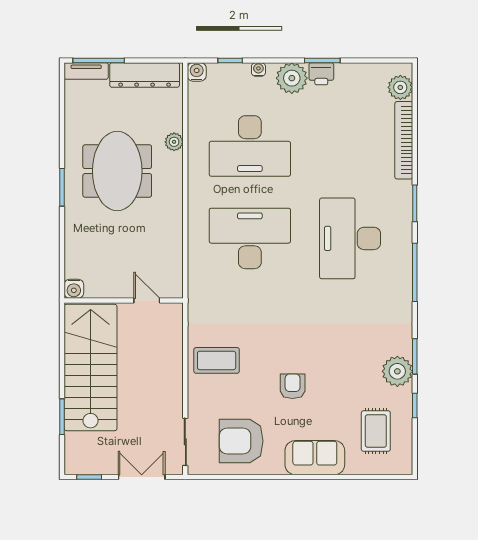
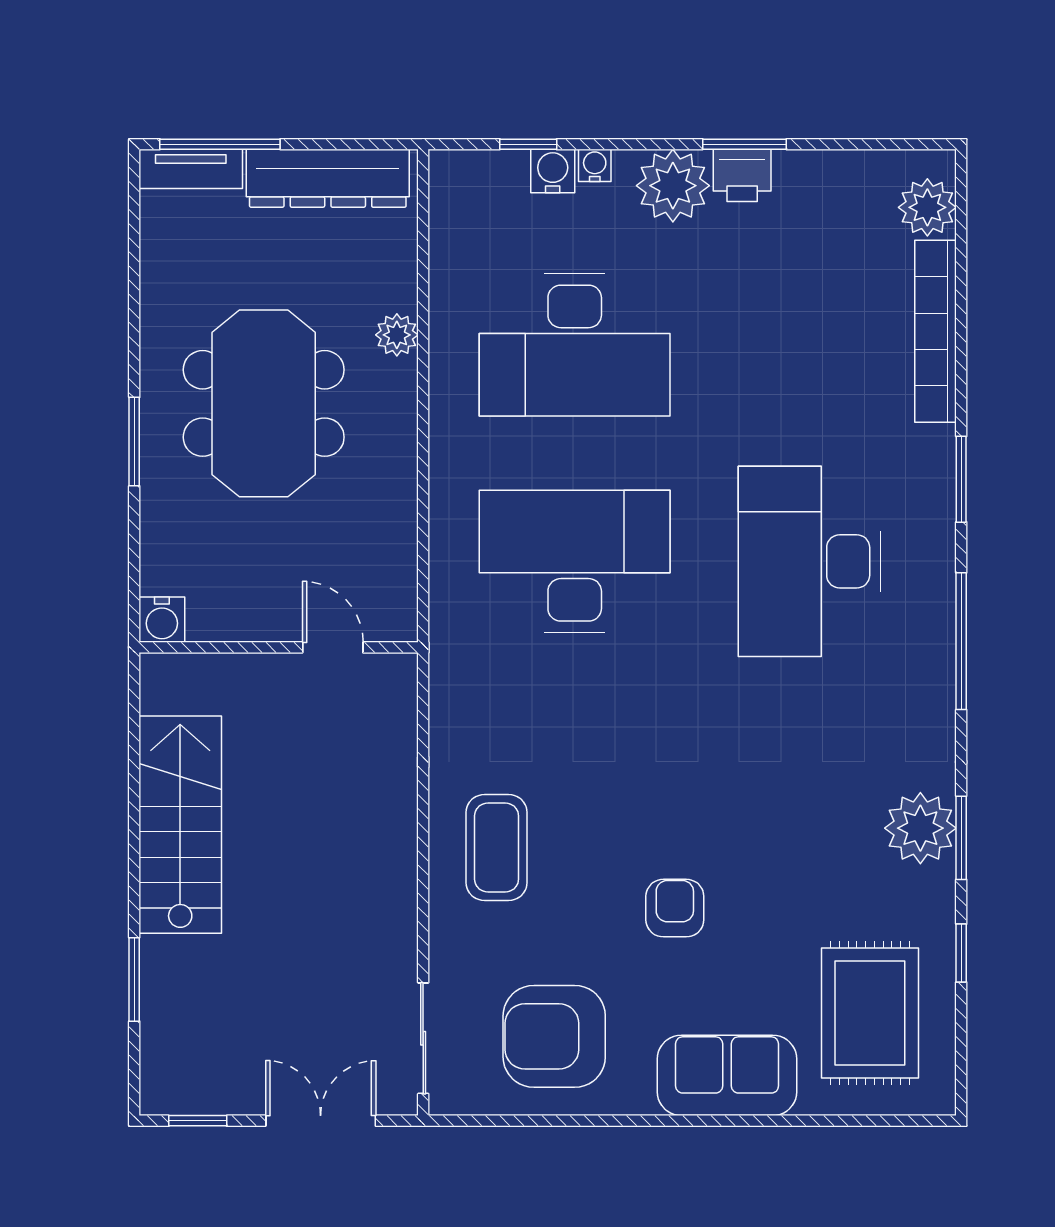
water cooler: (197, 72) -> (553, 171), moved
water cooler: (74, 289) -> (162, 620), moved
wall: (124, 301) -> (279, 647), moved
door: (147, 301) -> (333, 647), moved
coffee table: (217, 360) -> (497, 847), turned 90
stairs: (91, 368) -> (180, 825), width x0.73, depth x0.66
plant: (397, 371) -> (920, 828), moved
rug: (376, 431) -> (870, 1013), width x1.36, depth x1.43

